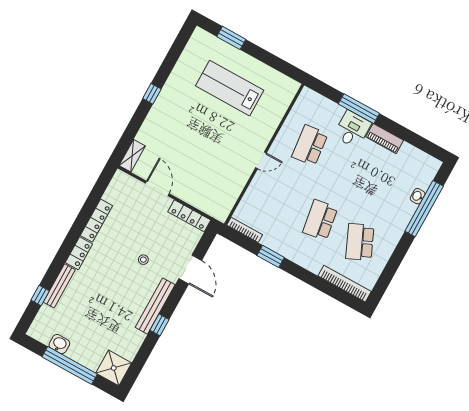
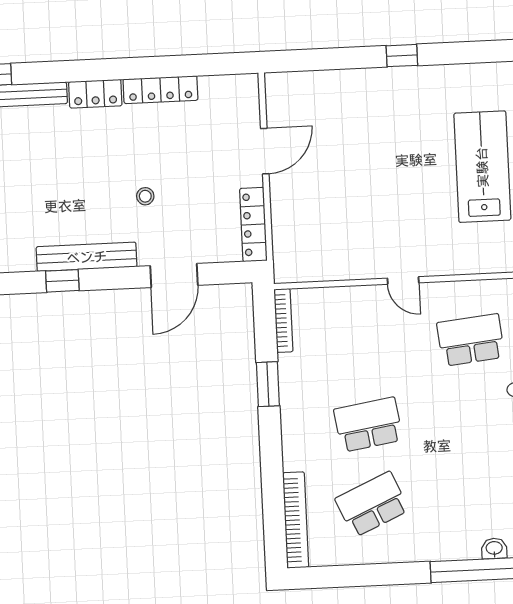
shelving: (132, 156) -> (291, 83), removed

